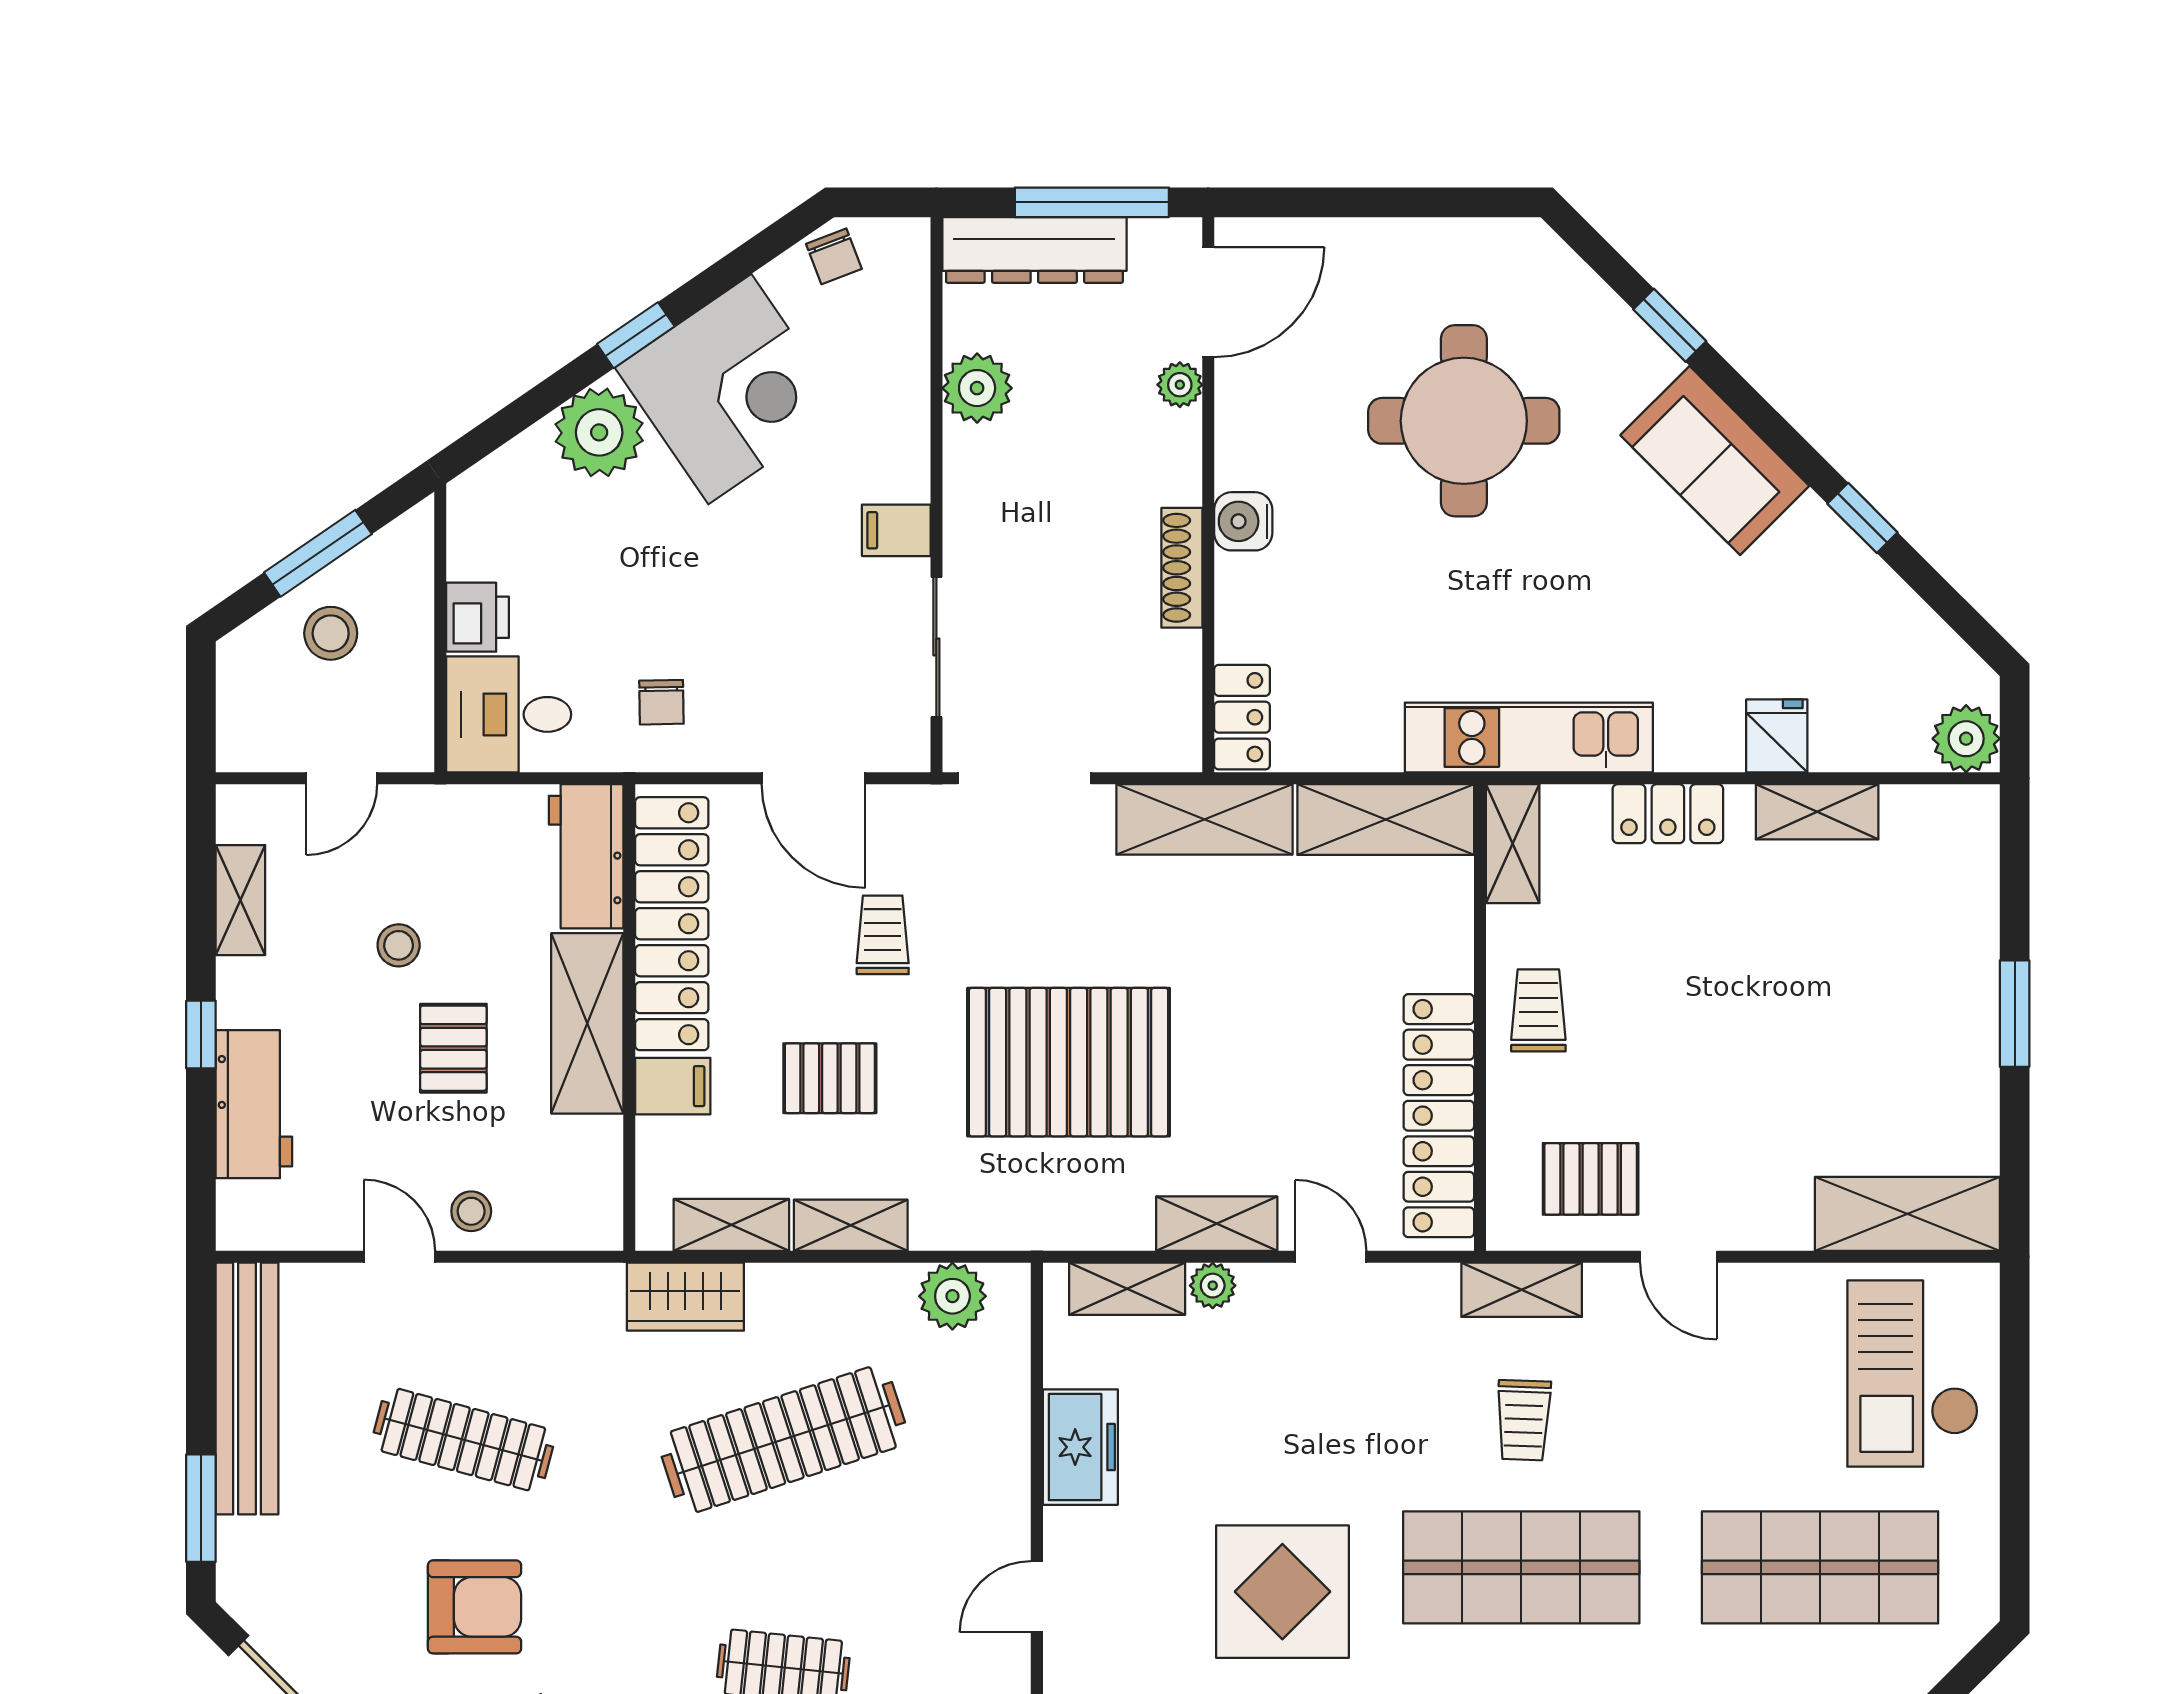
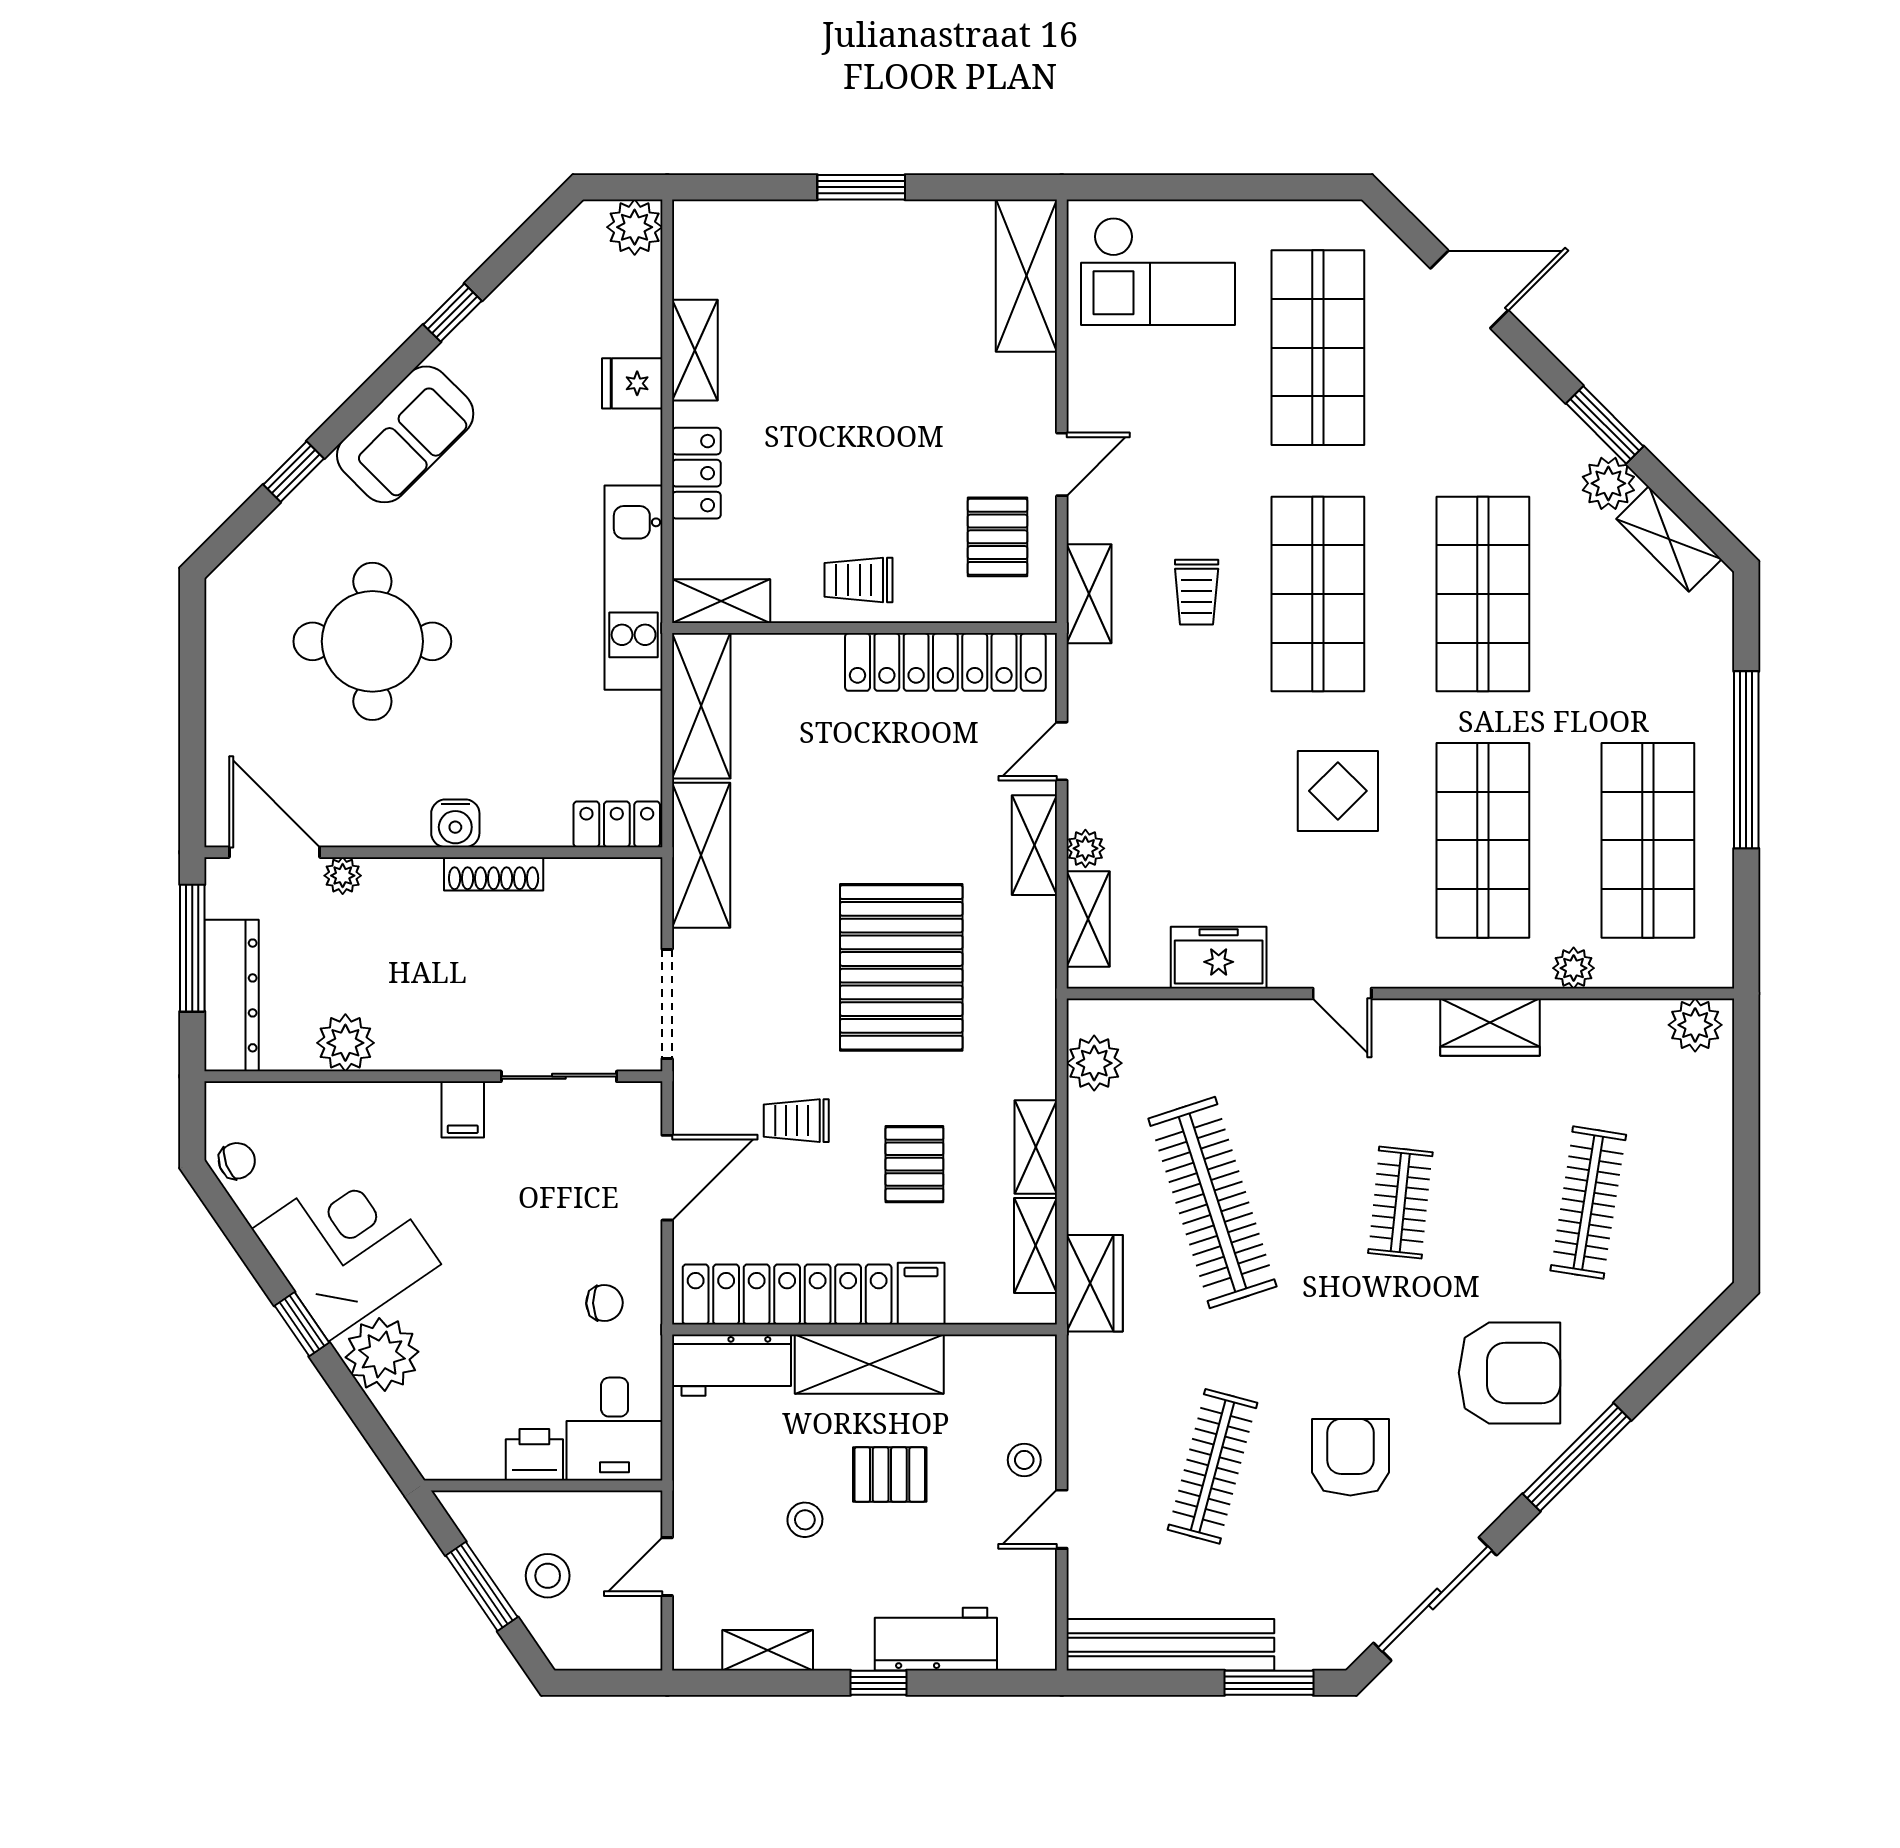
door: (342, 778) -> (667, 1567), swing flipped
trolley: (1524, 1420) -> (1197, 592), turned 88
display table: (1282, 1592) -> (1338, 791), width x0.73, depth x0.73

